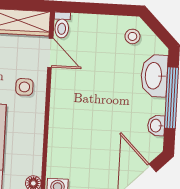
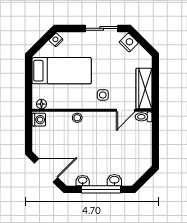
stool: (132, 36) -> (77, 118), moved
washbasin: (154, 76) -> (114, 180), width x0.52, depth x0.69

